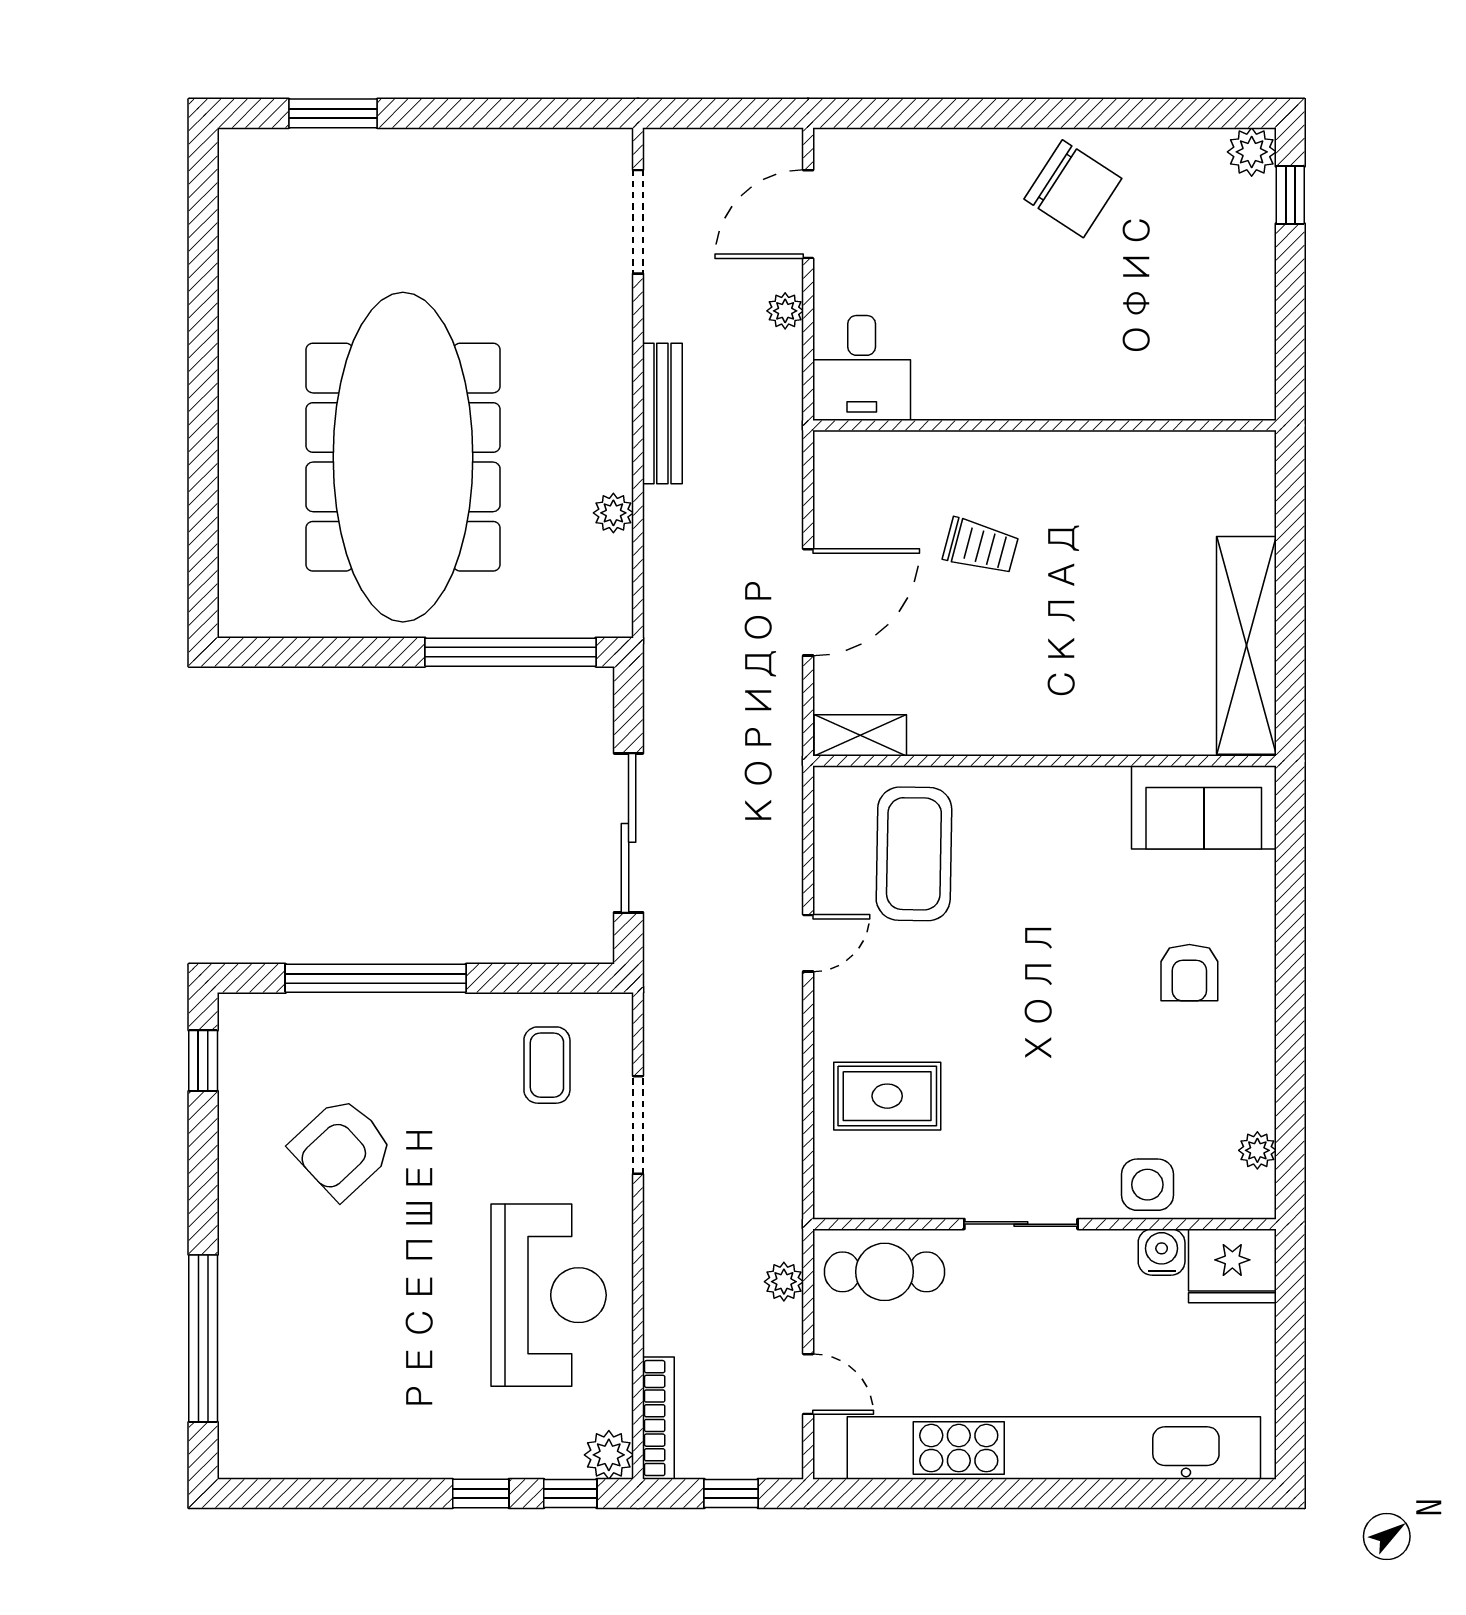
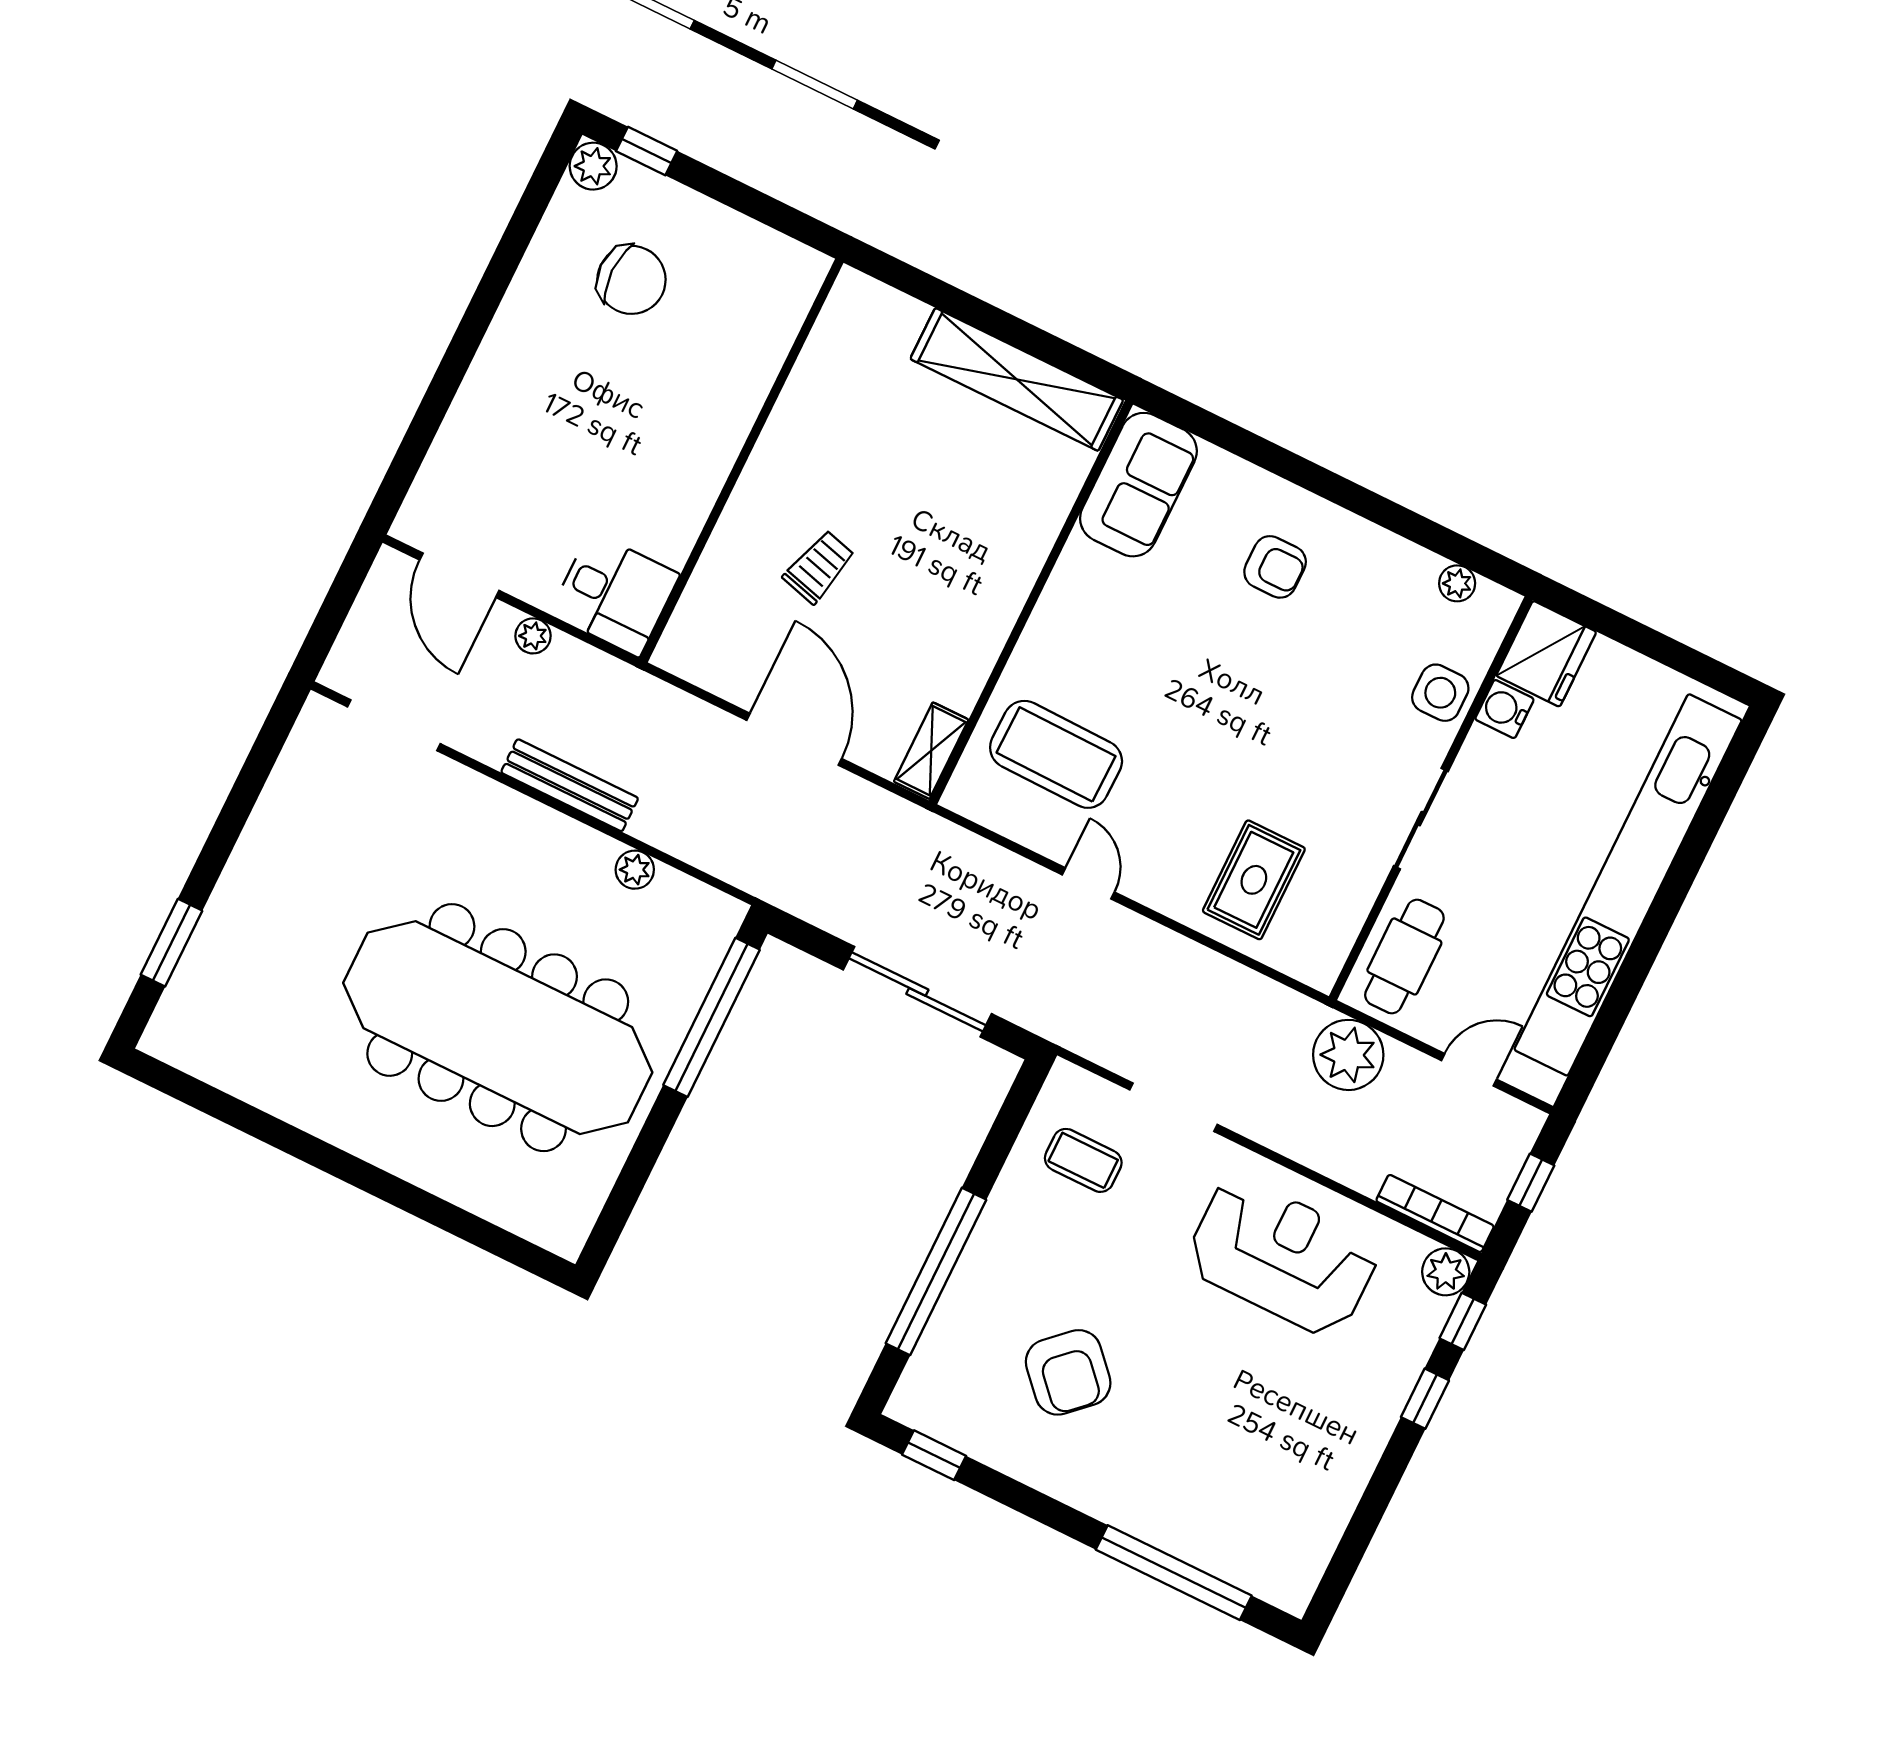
chair: (1073, 189) -> (631, 280), moved, turned 57
plant: (784, 1282) -> (1348, 1055), width x1.87, depth x1.87

